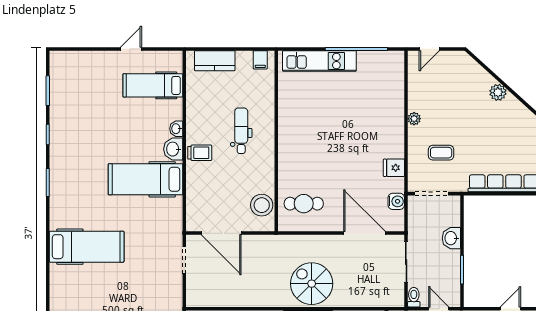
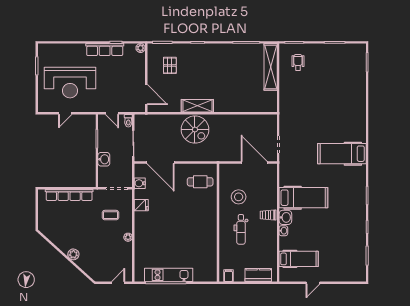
kitchen unit: (319, 61) -> (169, 275), moved
stool: (262, 205) -> (239, 197), moved

